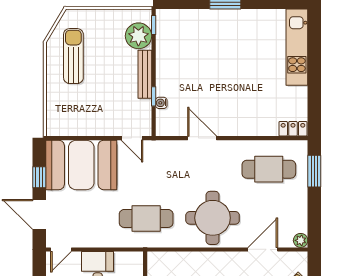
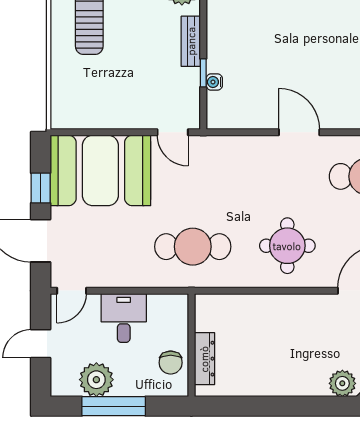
bench: (145, 74) -> (191, 41), width x0.73
door: (202, 138) -> (299, 132), moved
round table: (213, 218) -> (287, 246), width x0.73, depth x0.73

